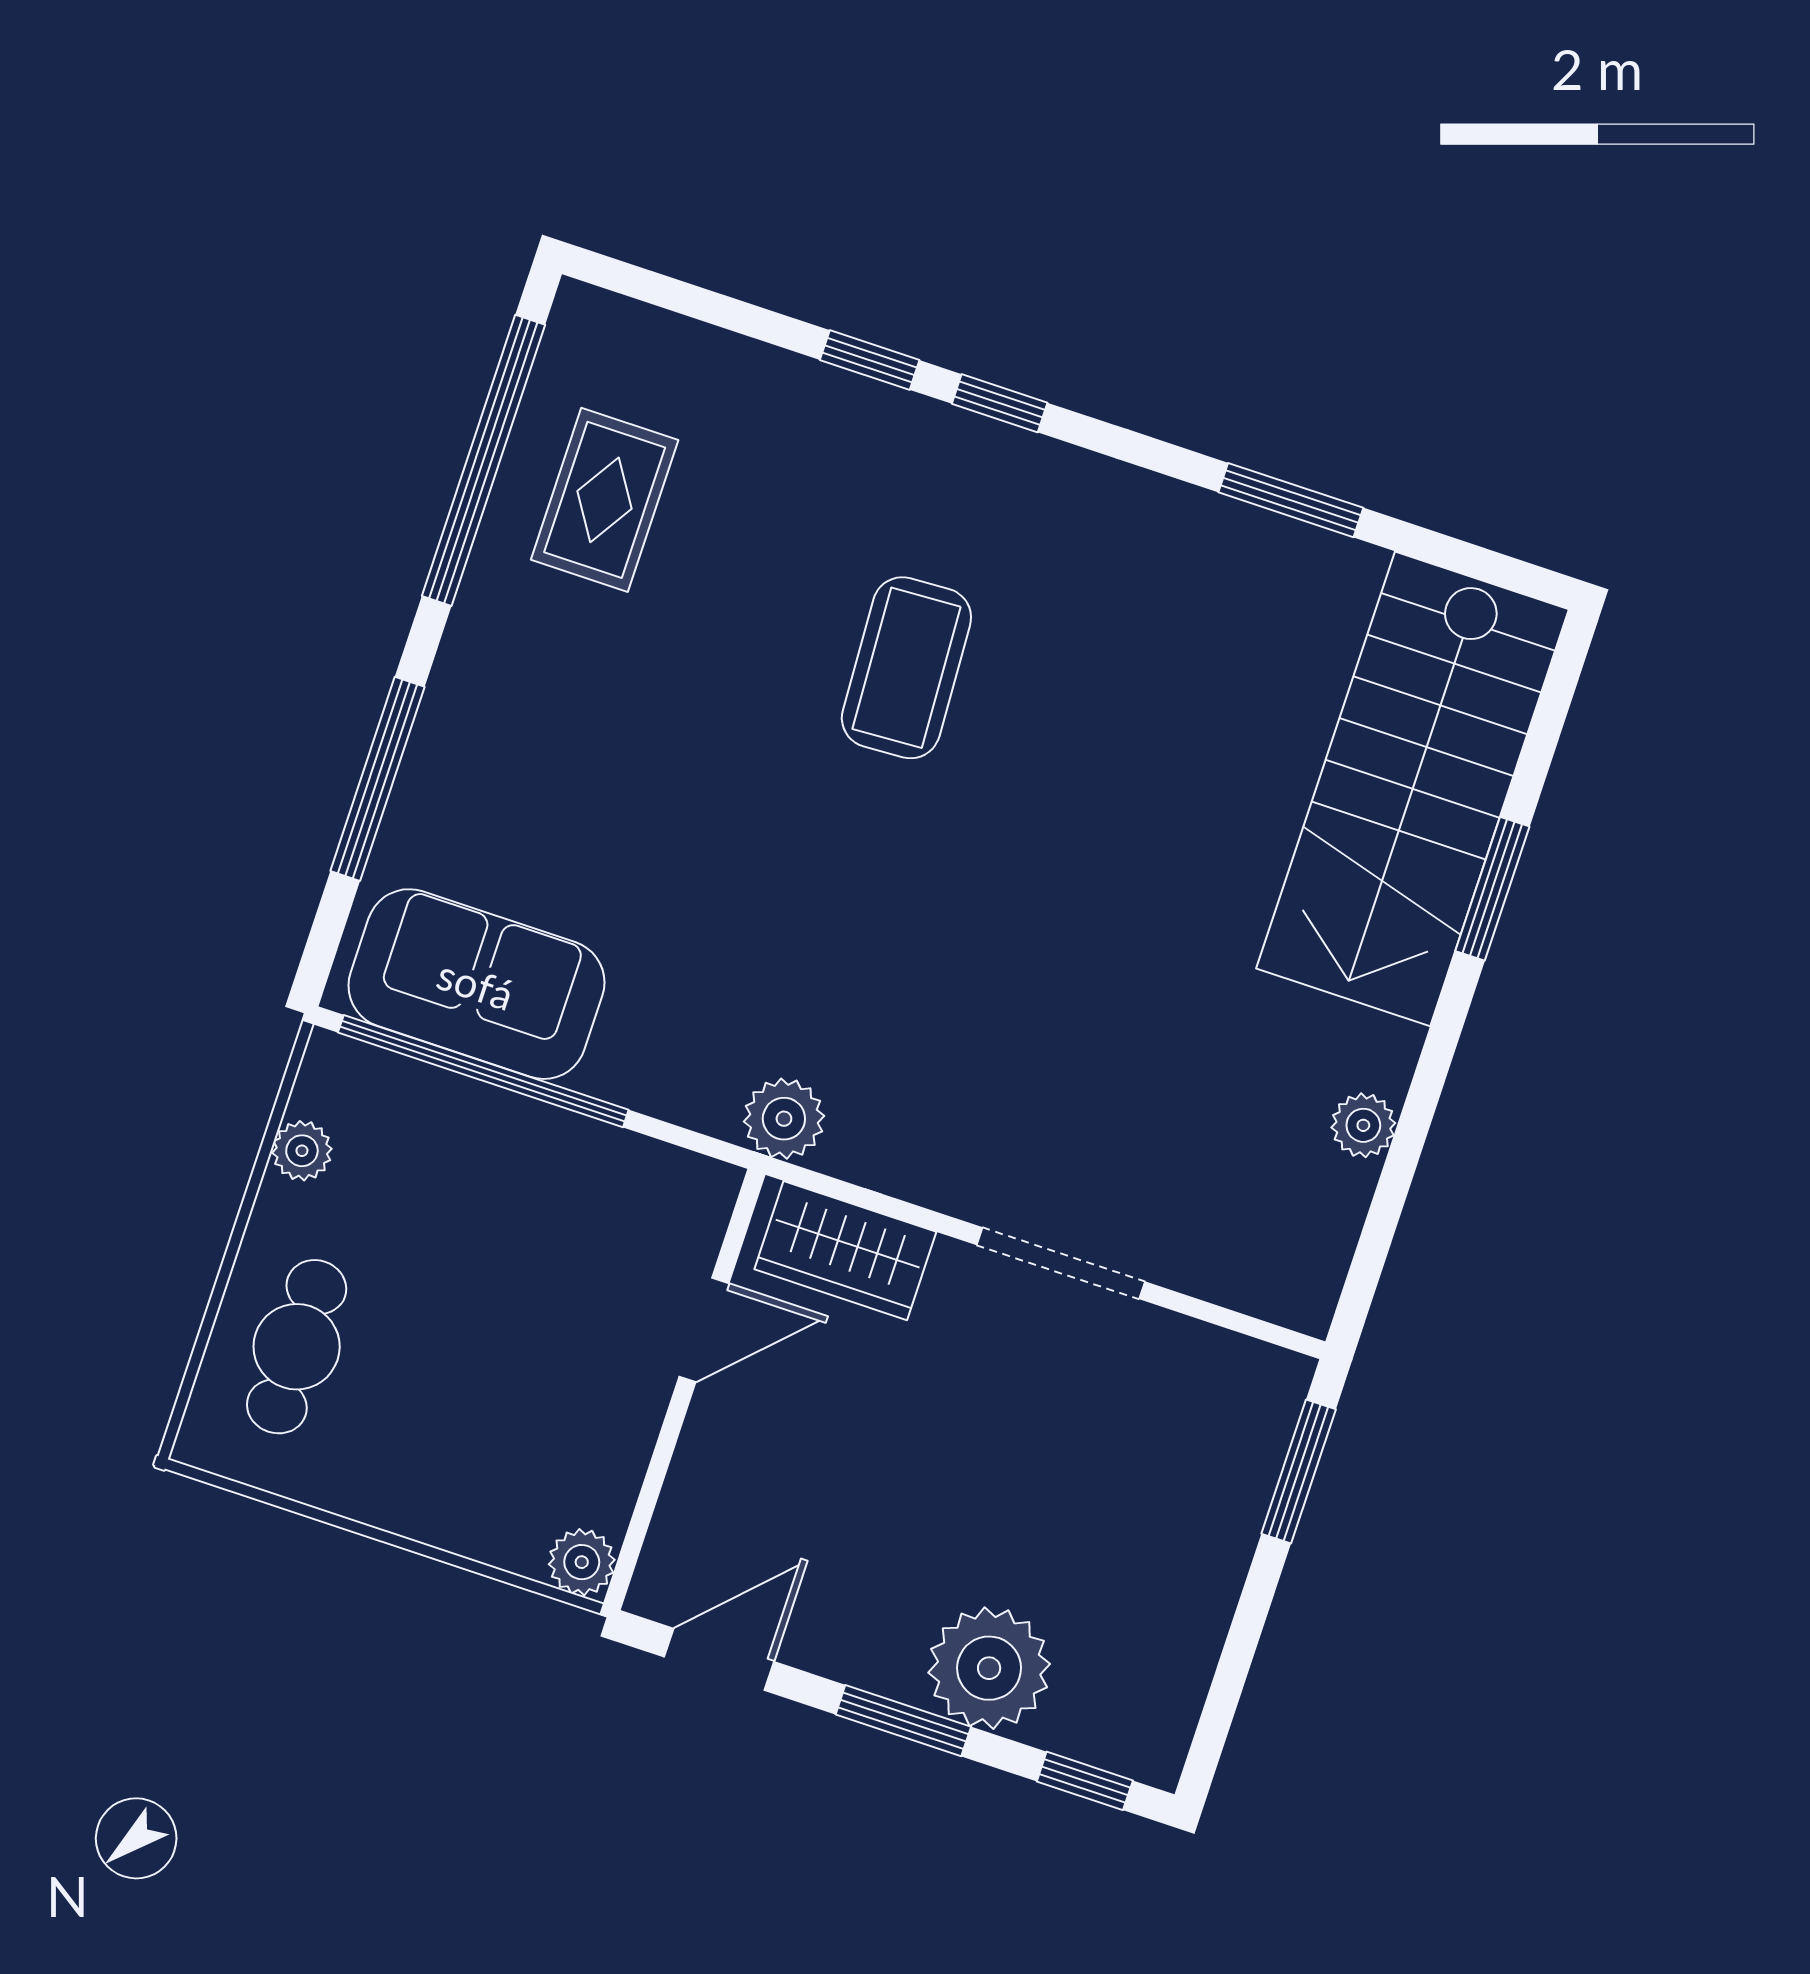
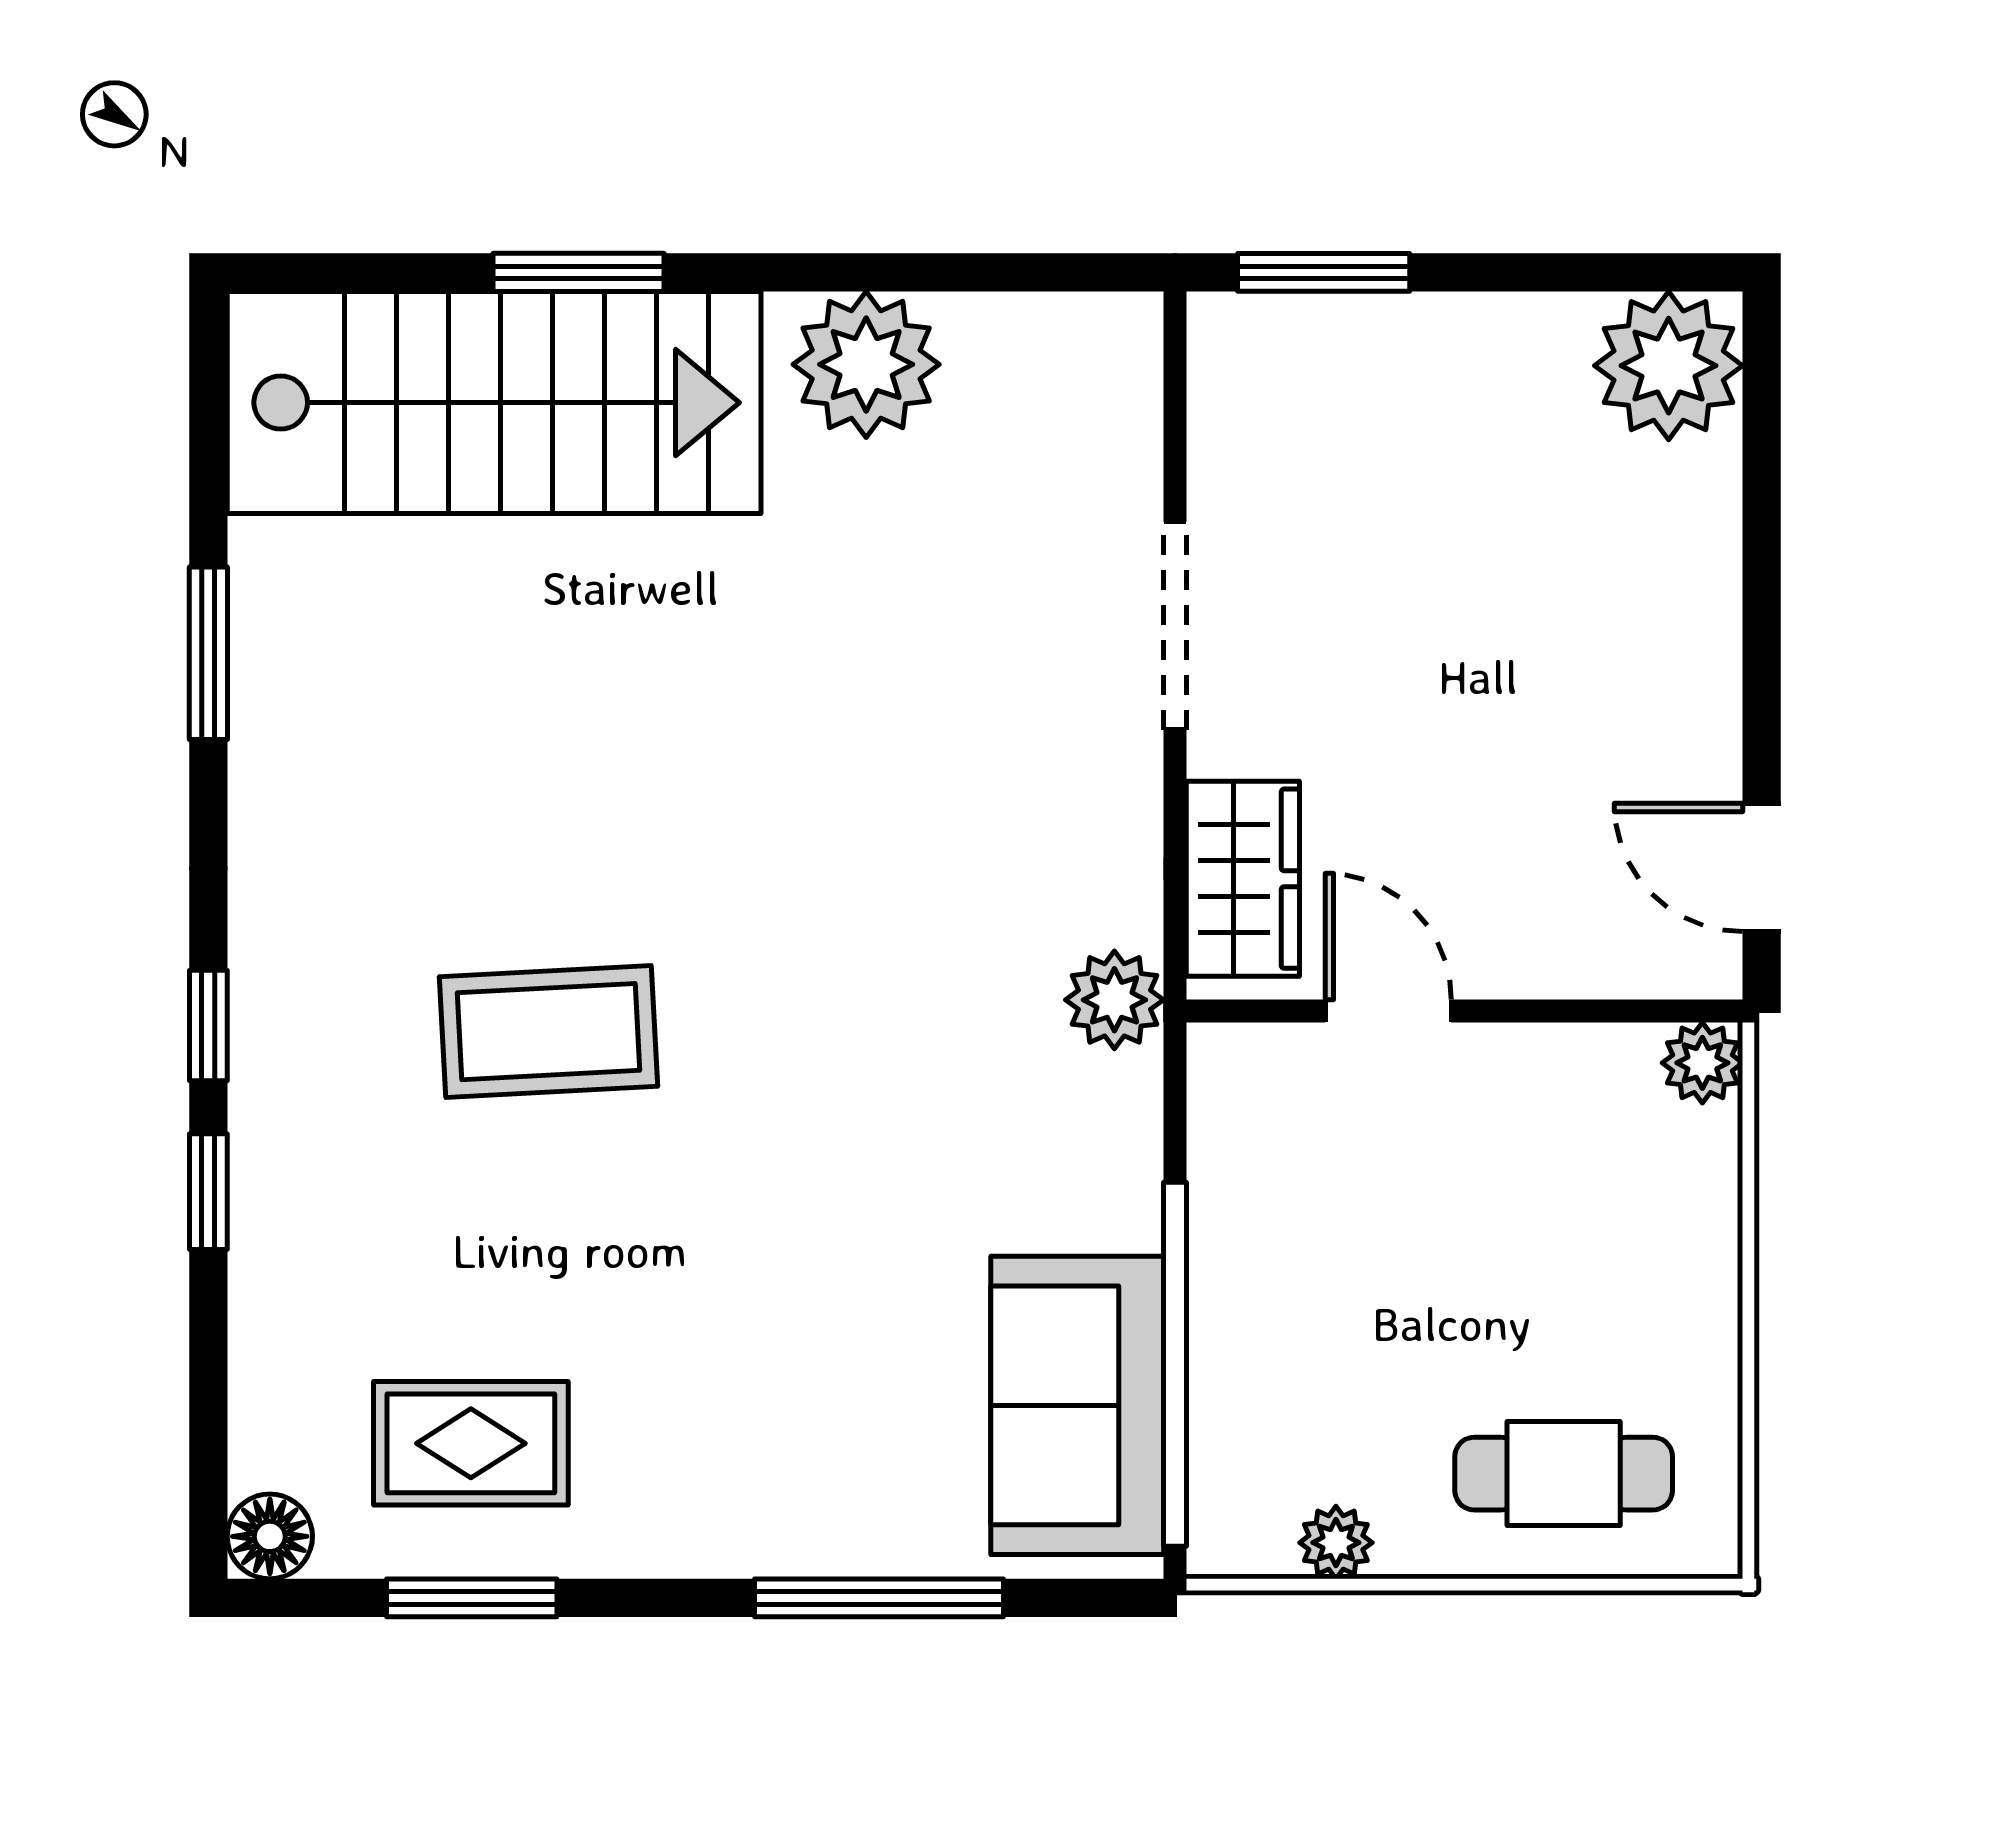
floor lamp: (584, 318) -> (270, 1536), added
window: (483, 460) -> (472, 1598), width x0.47
plant: (1363, 1125) -> (866, 364), width x1.88, depth x1.88
plant: (989, 1668) -> (1669, 366), moved
window: (903, 1721) -> (1762, 632), removed
window: (1085, 1781) -> (1762, 400), removed

